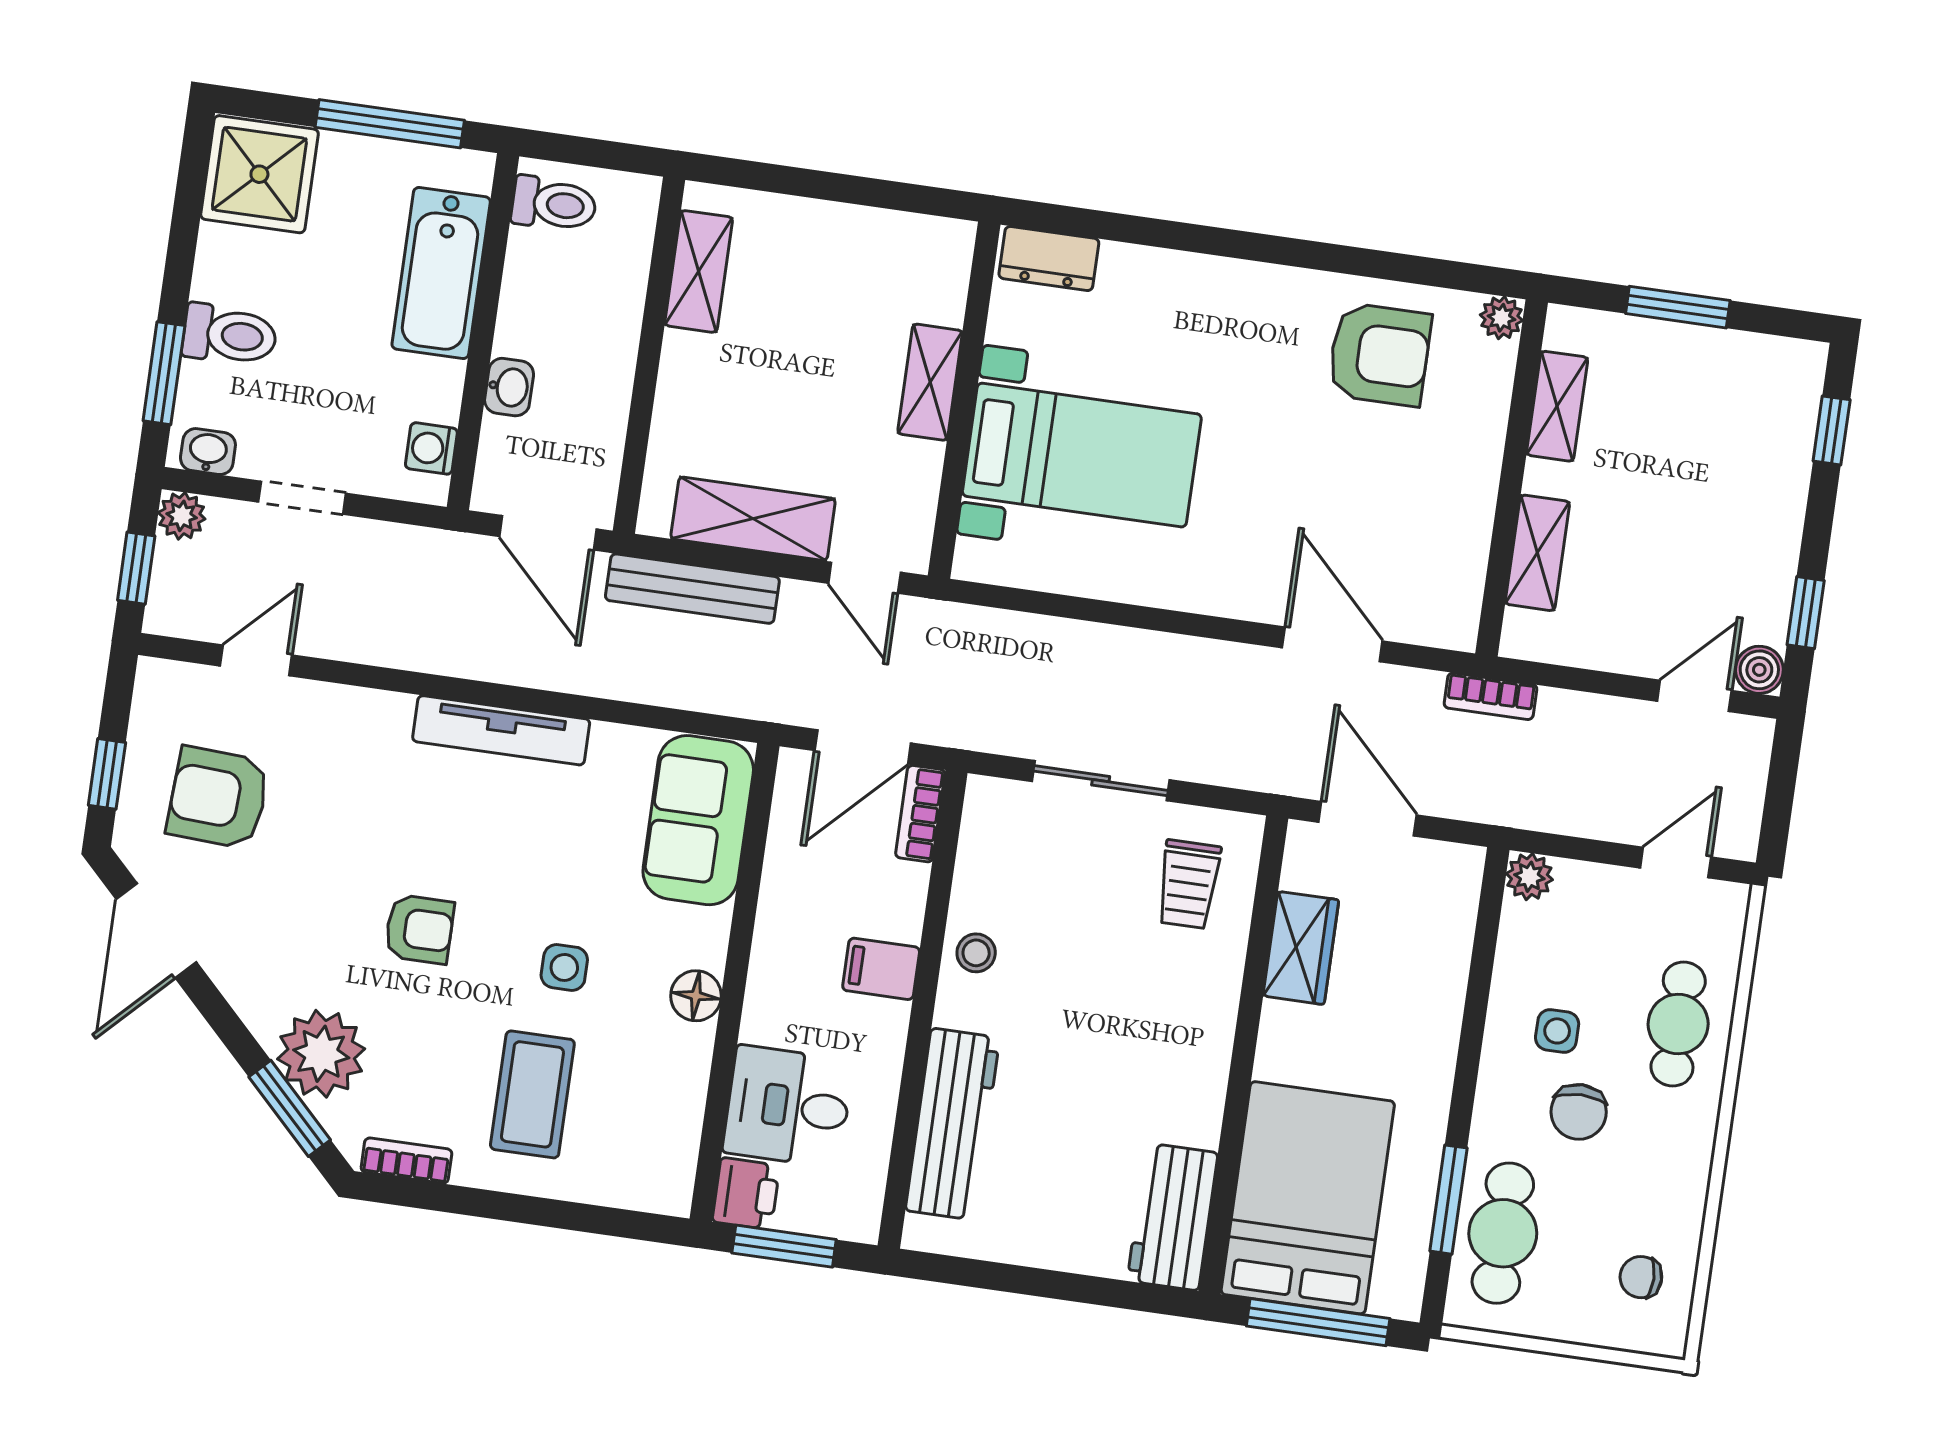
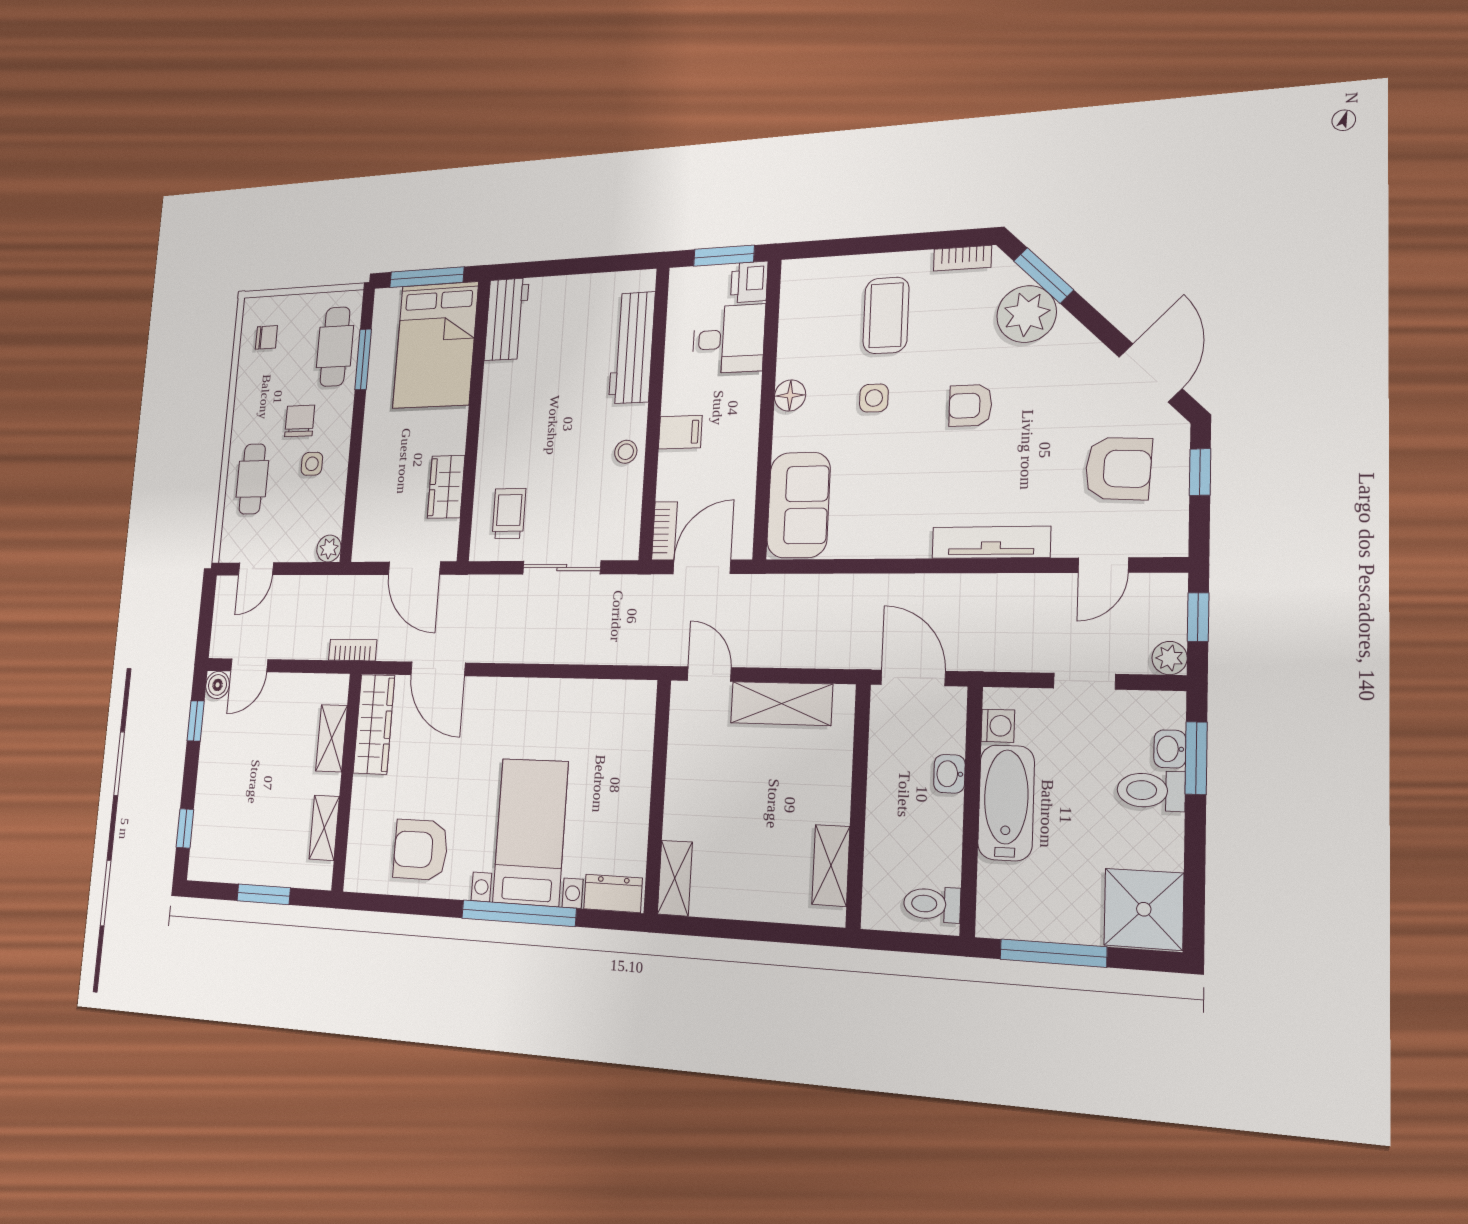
window: (1211, 241) -> (519, 913), added
bathtub: (441, 273) -> (1006, 803), moved
plant: (1501, 318) -> (356, 879), removed
shelving: (930, 382) -> (675, 878), moved
washbasin: (208, 452) -> (1170, 749), moved, turned 90
bed with nightstands: (1082, 455) -> (531, 832), moved, turned 90
wardrobe: (1456, 567) -> (374, 724), added
bench: (692, 589) -> (816, 653), removed
tv unit: (501, 730) -> (991, 542), moved

